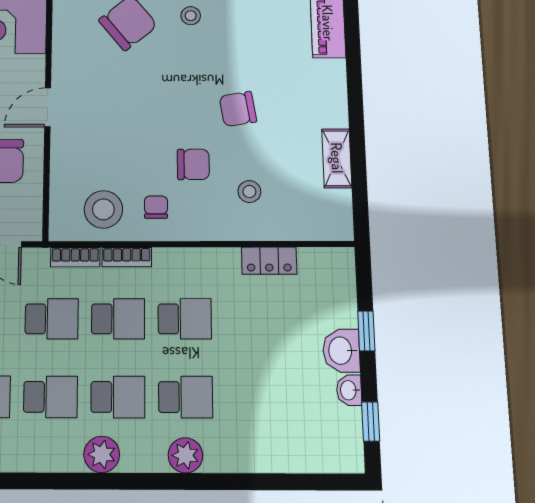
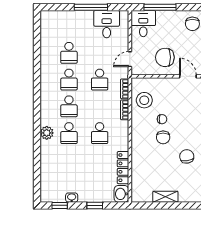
stool: (249, 192) -> (152, 160), removed
chair: (156, 207) -> (162, 119), moved
locker: (269, 261) -> (123, 168), width x1.53
school desk: (118, 319) -> (100, 106), removed
washbasin: (341, 351) -> (121, 194), moved, turned -90
plant: (102, 454) -> (47, 100), removed

